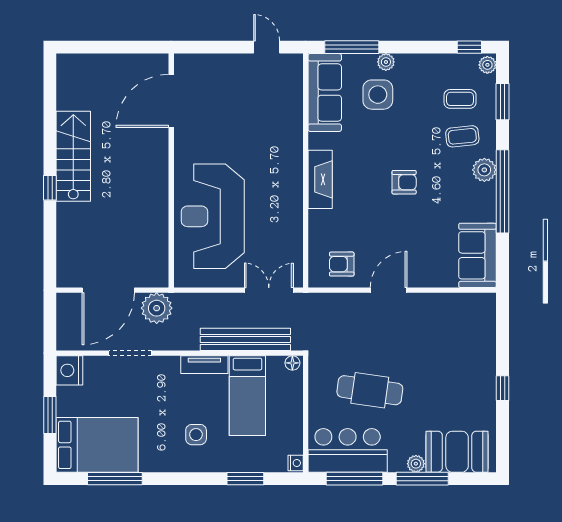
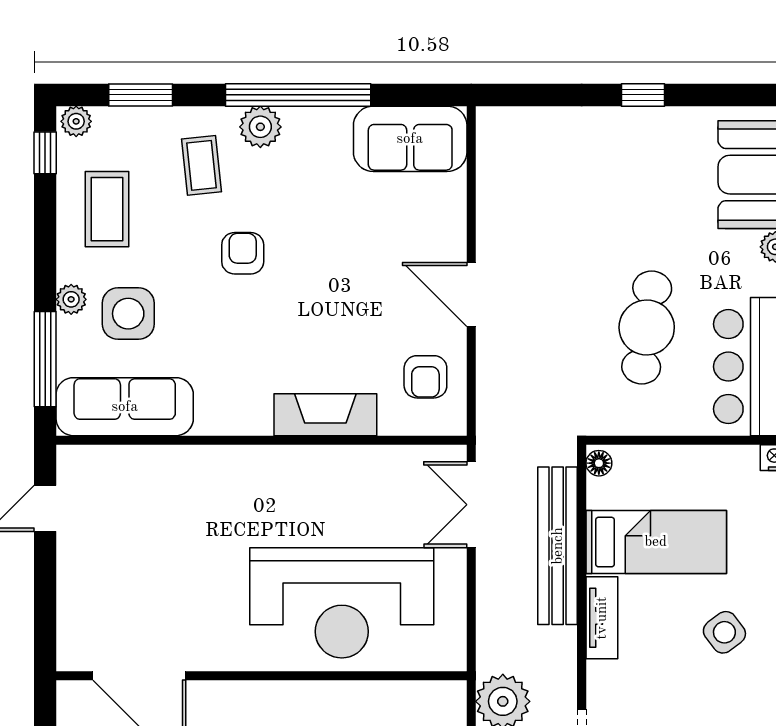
coffee table: (460, 99) -> (107, 209), moved, width x1.36, depth x1.30
fireplace: (320, 179) -> (325, 415), moved
armchair: (404, 182) -> (243, 253), moved
side table: (196, 435) -> (724, 632), turned -37

